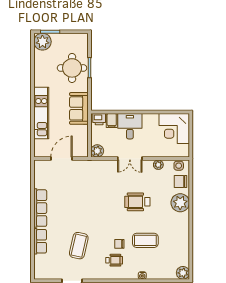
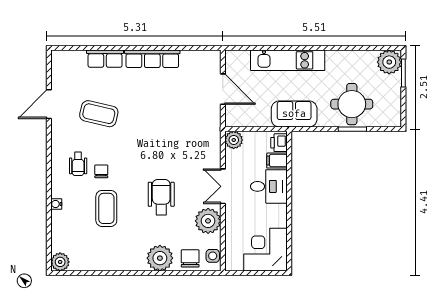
plant: (158, 165) -> (208, 221), width x1.88, depth x1.88

